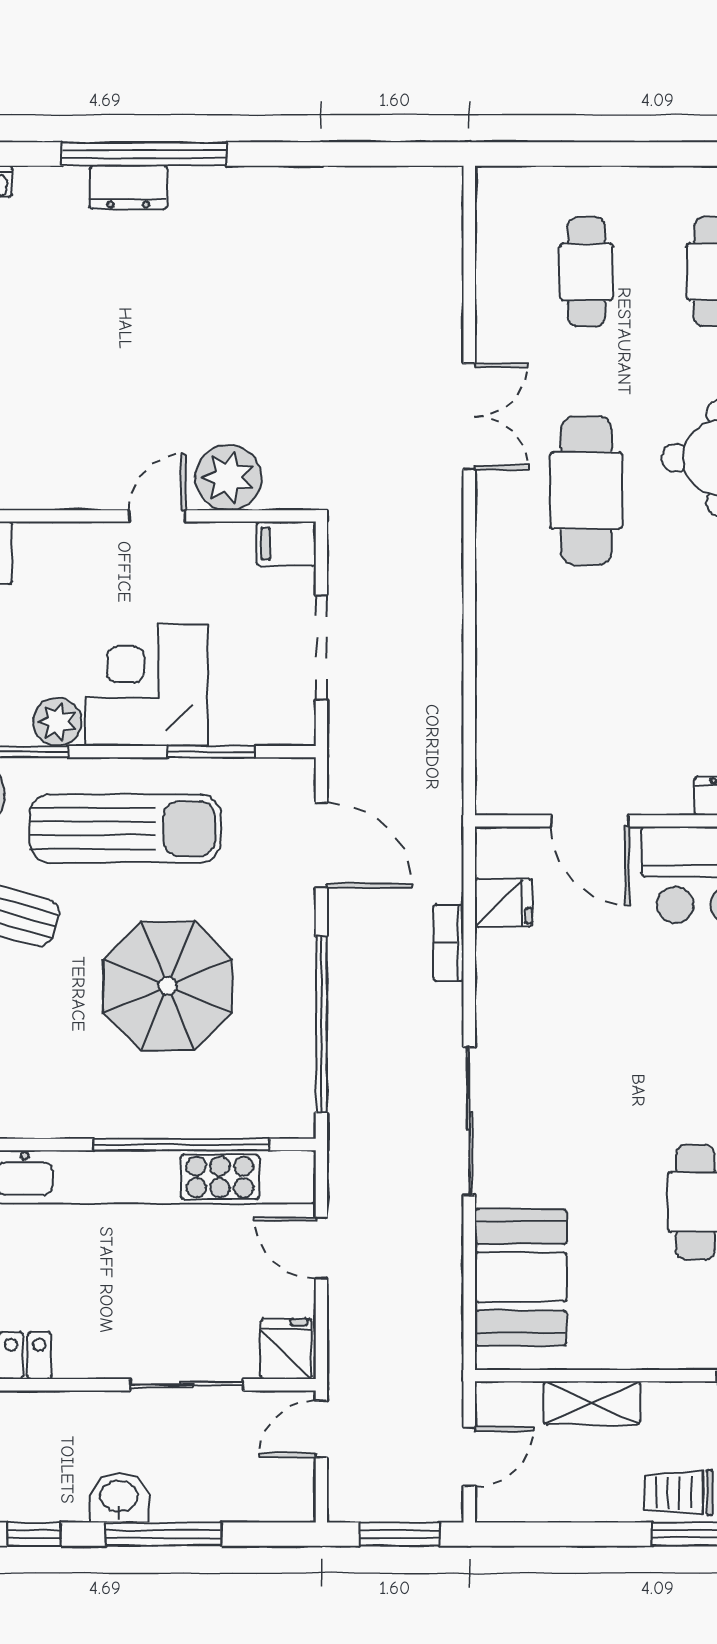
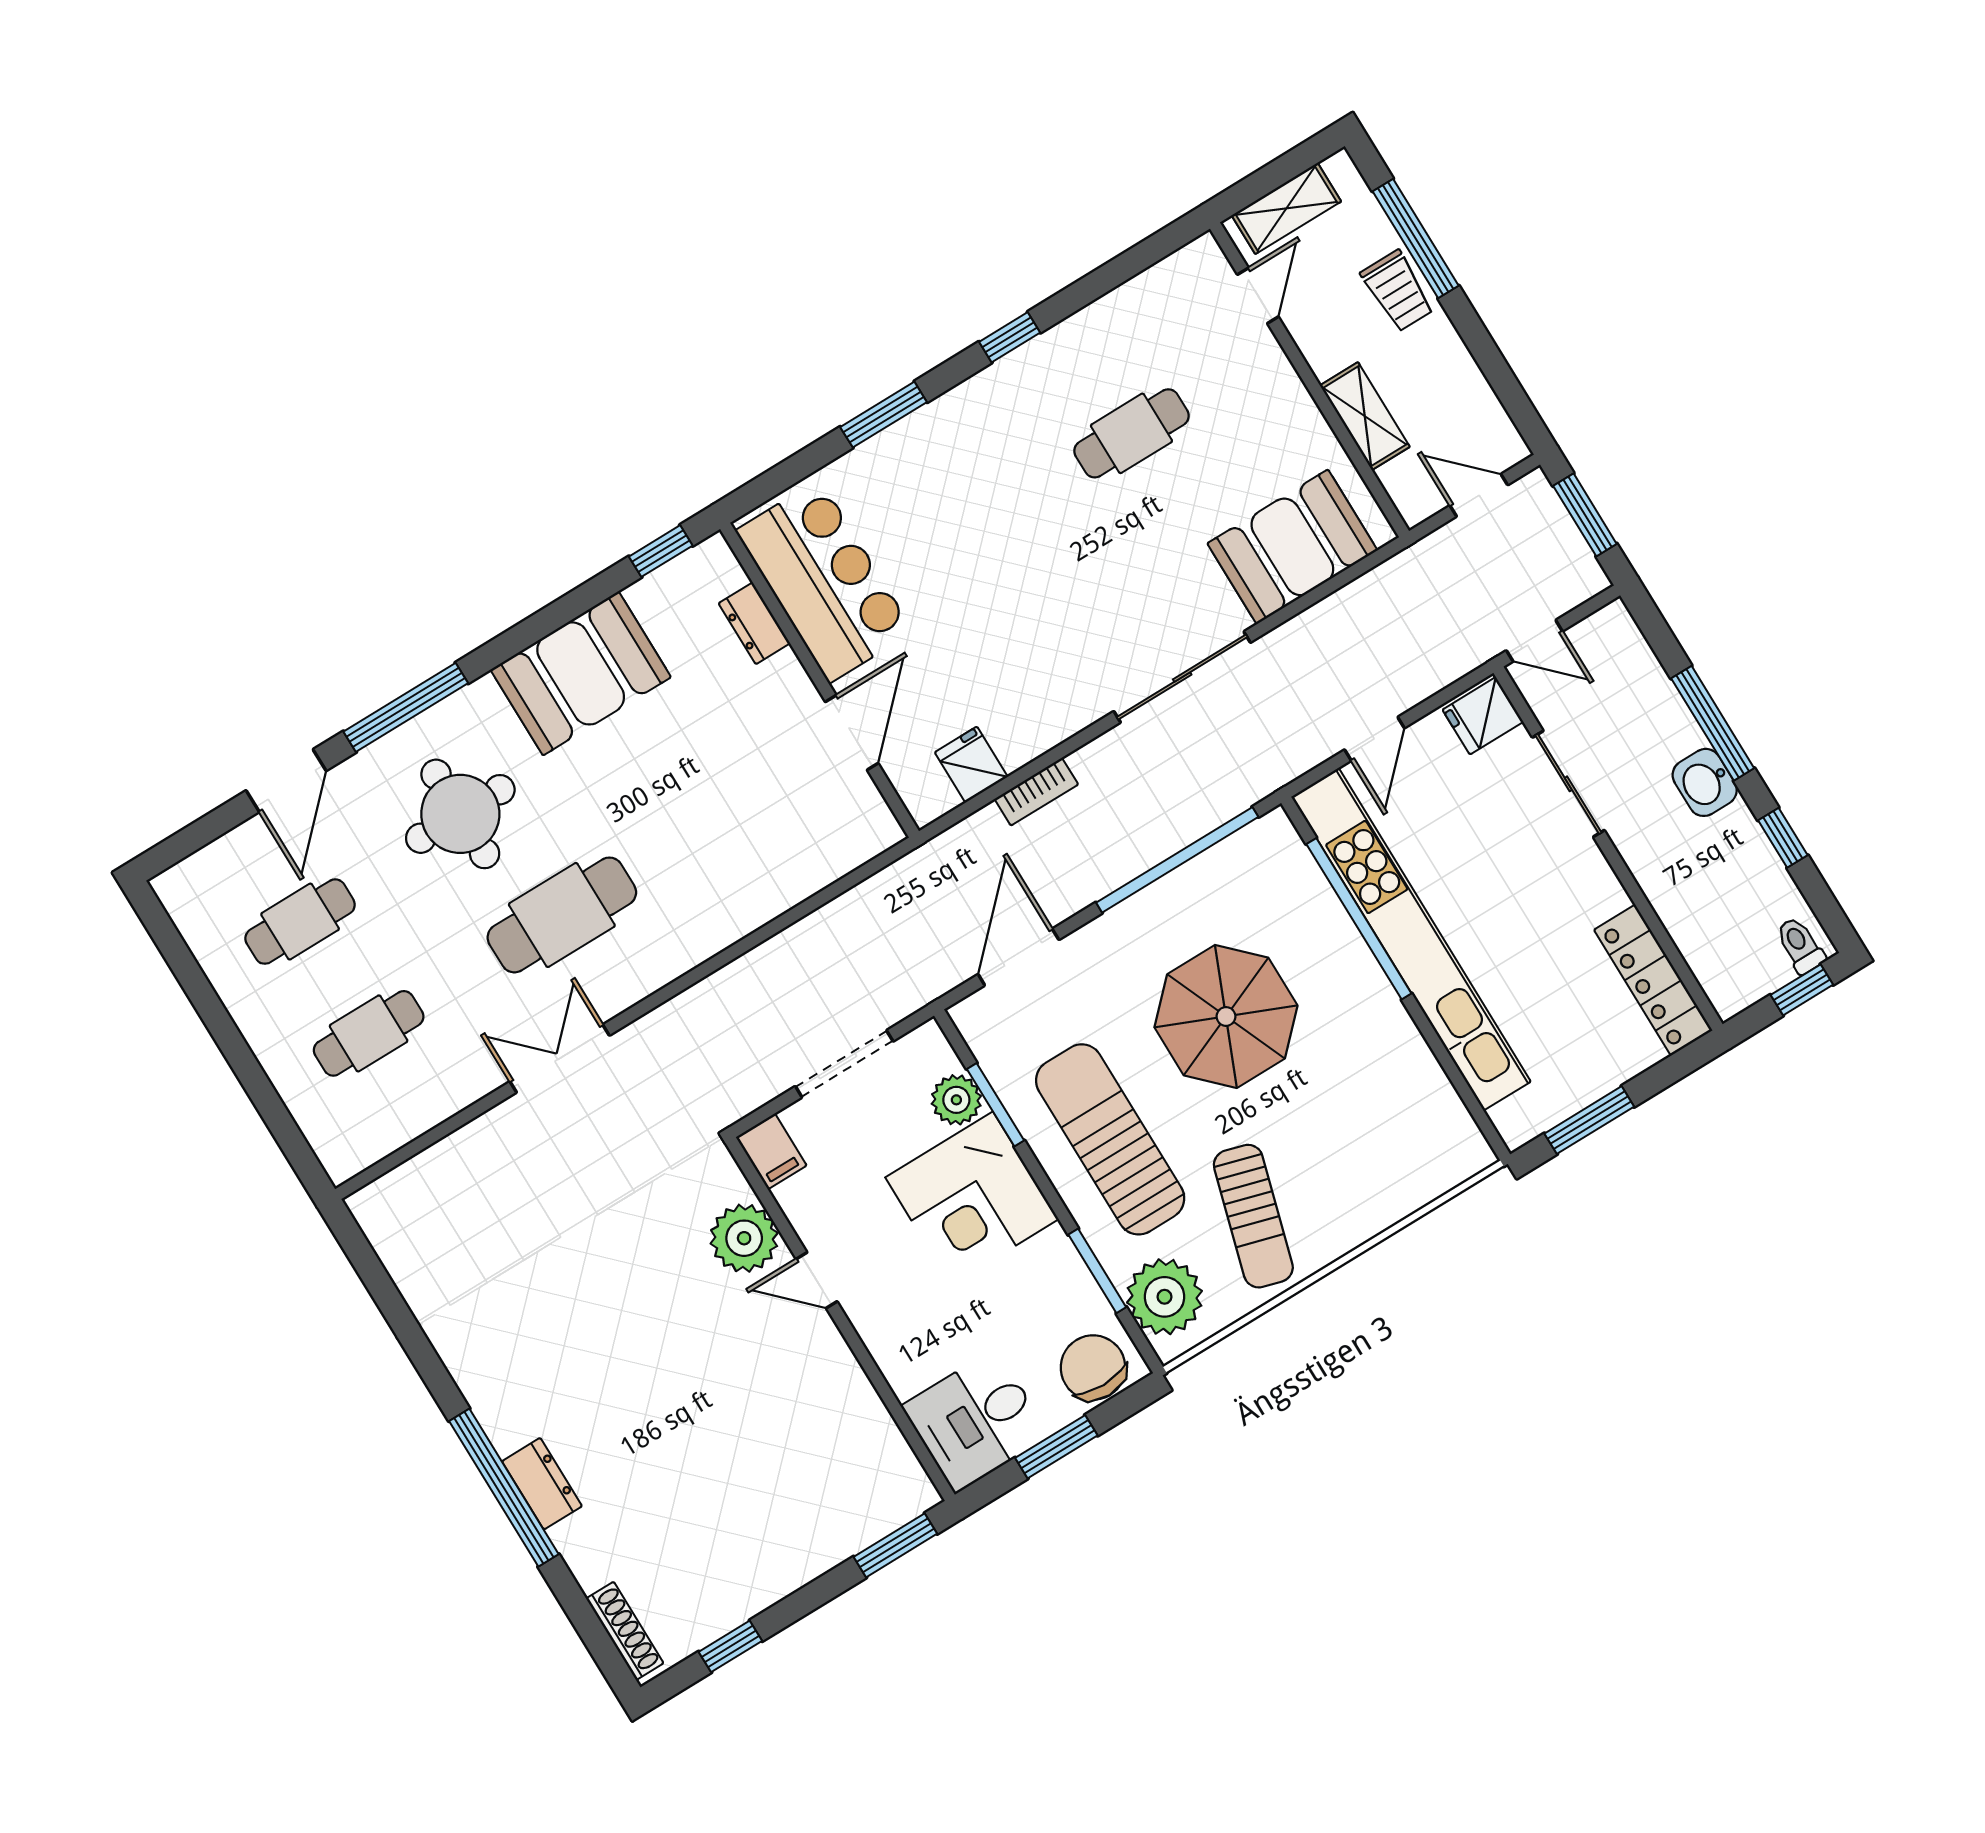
plant: (57, 722) -> (956, 1100), moved

